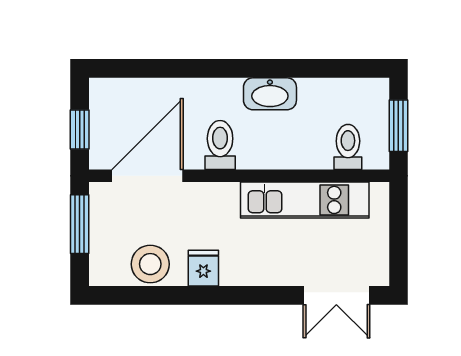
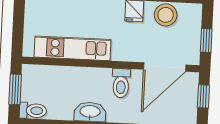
toilet: (348, 147) -> (33, 111), moved, turned -90
window: (80, 224) -> (206, 41), width x0.67

